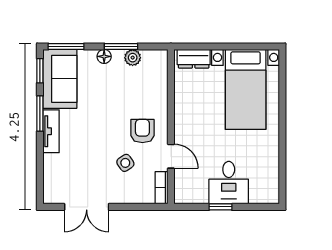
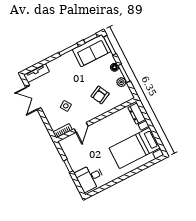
tv unit: (51, 131) -> (36, 73), moved
armchair: (142, 131) -> (100, 95), moved, turned 153
desk: (229, 183) -> (90, 178), moved

